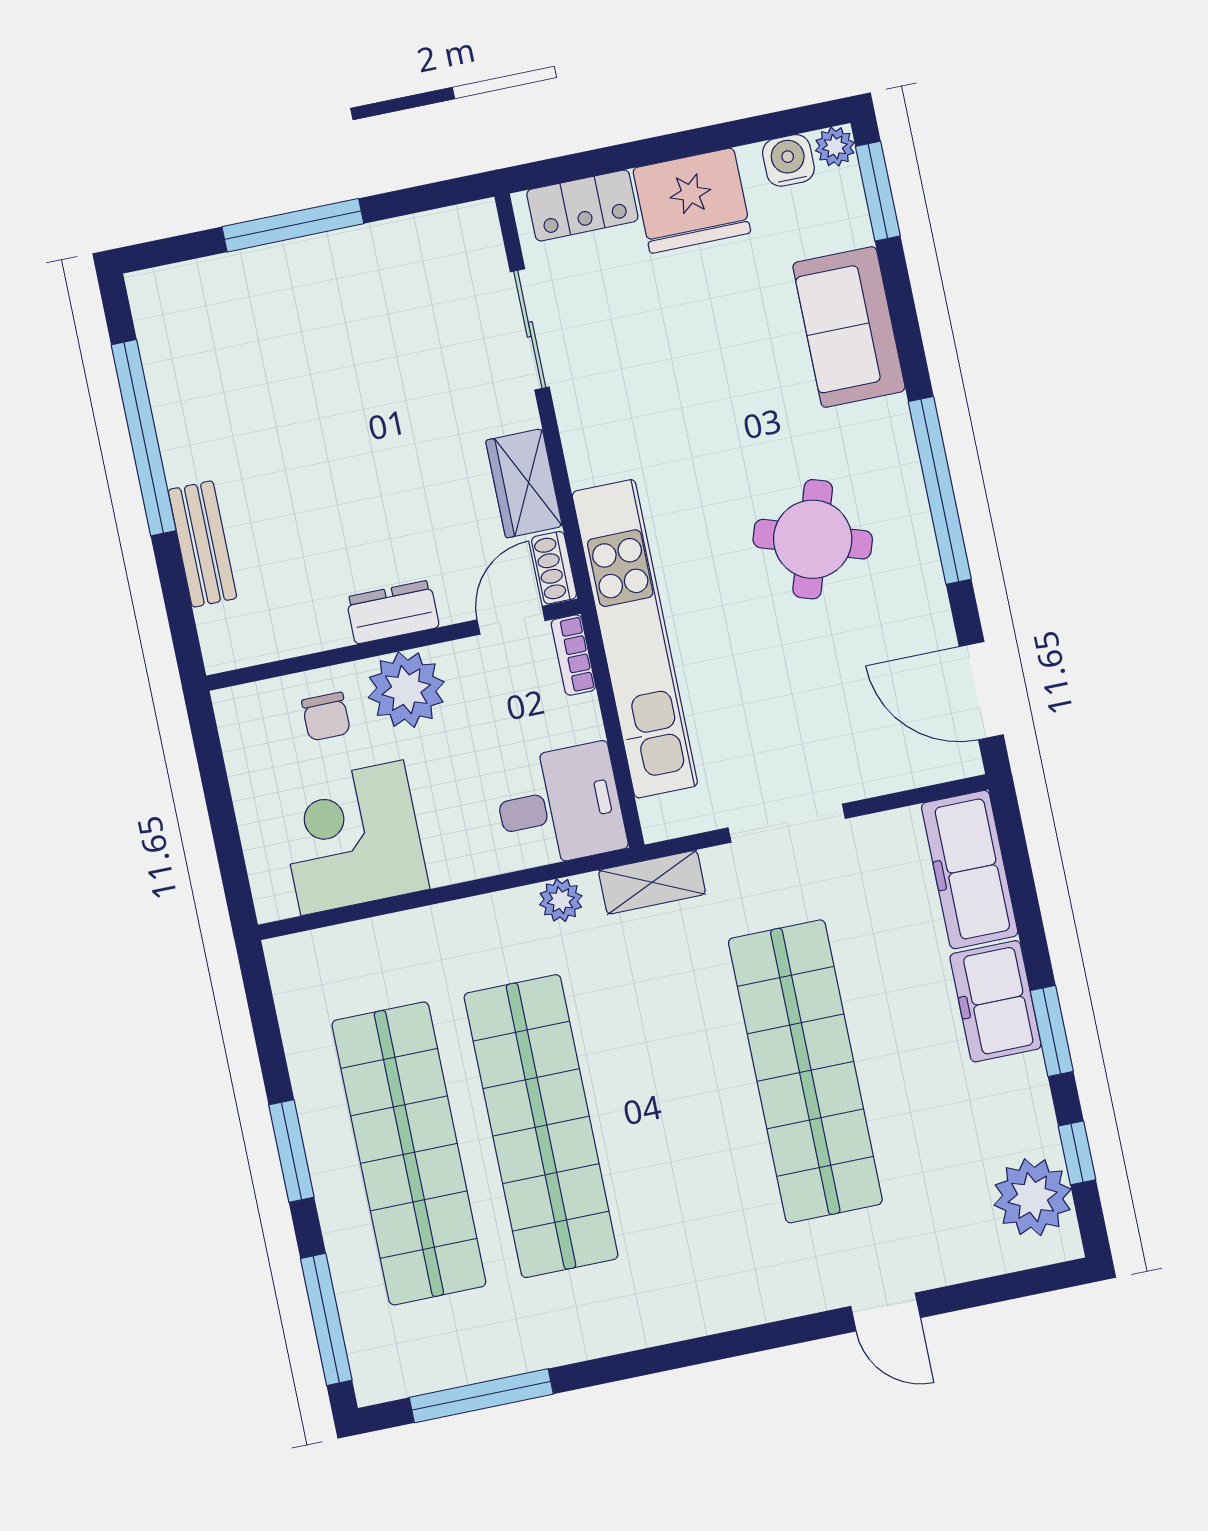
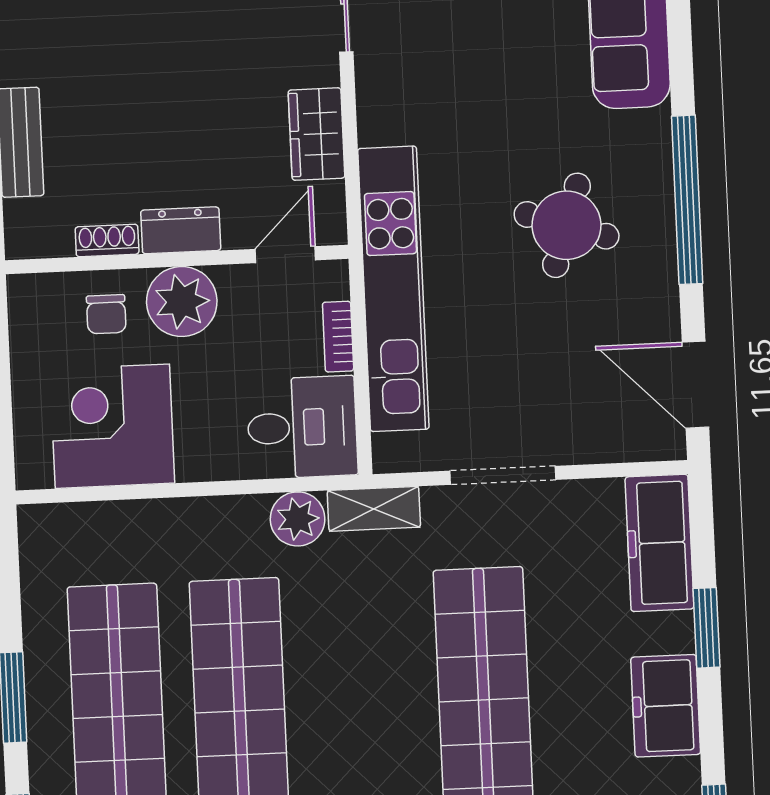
shoe rack: (554, 568) -> (107, 240), moved, turned 90
bookcase: (573, 655) -> (338, 337), moved
plant: (561, 900) -> (298, 519), width x1.38, depth x1.38
freezer: (996, 1001) -> (666, 706), moved
window: (1052, 1031) -> (707, 628), moved

